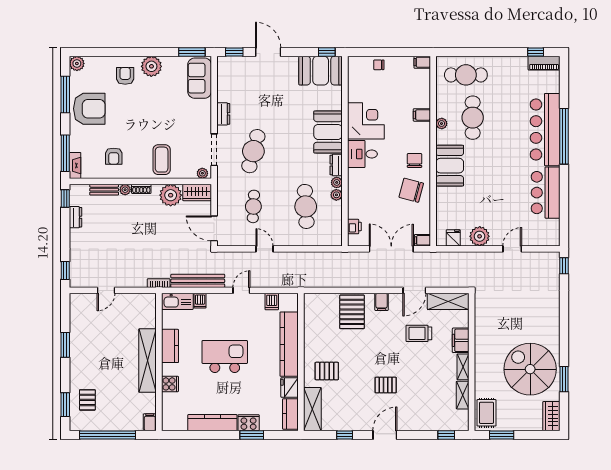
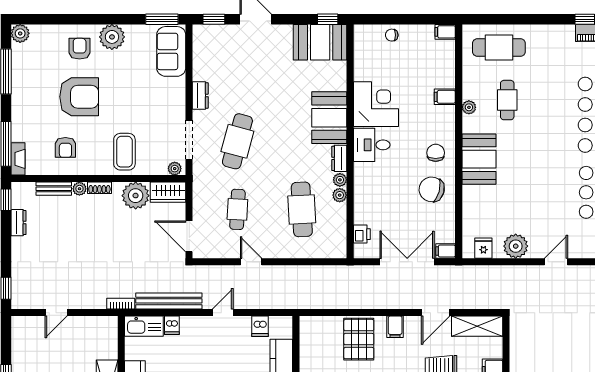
armchair: (89, 109) -> (79, 97), moved
cafe table: (473, 118) -> (507, 100), width x0.73, depth x0.74

